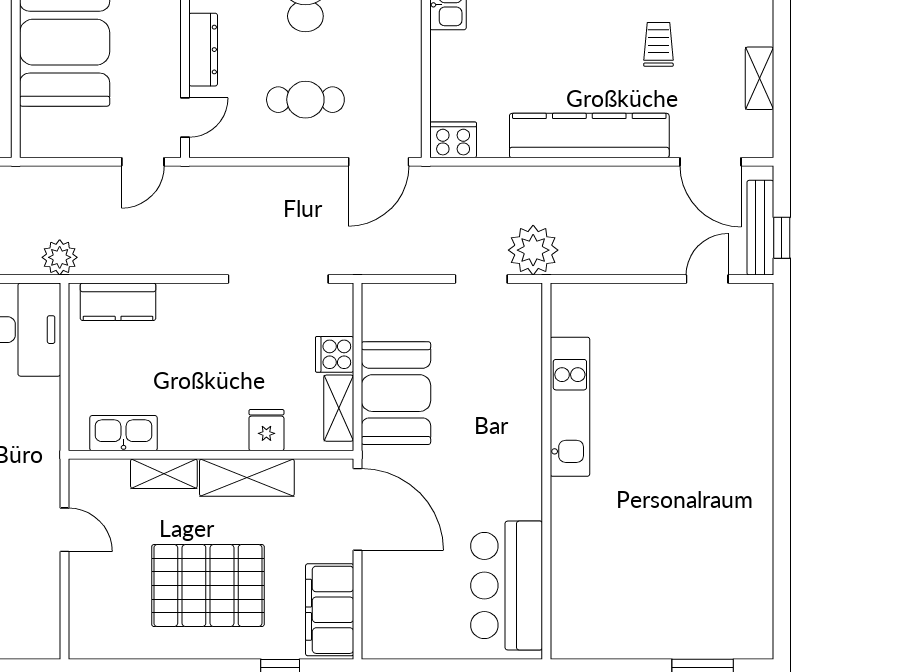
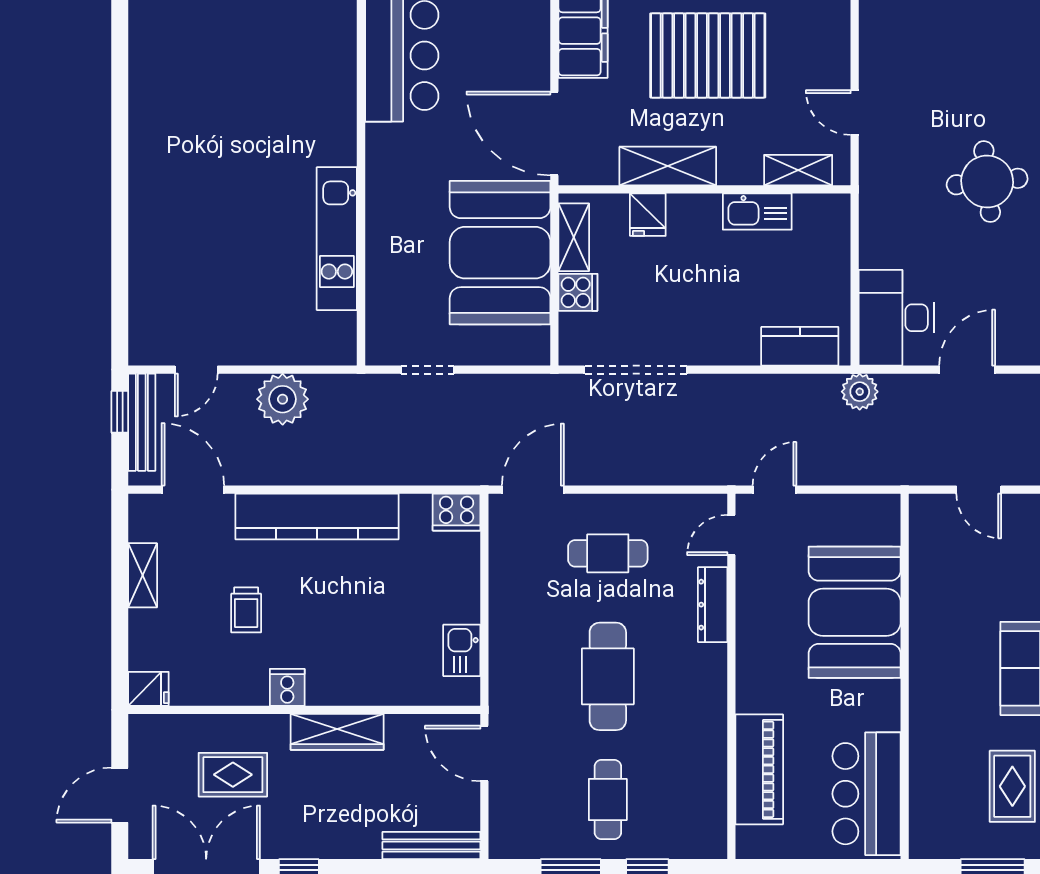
plant: (533, 250) -> (283, 399), moved
booth: (396, 393) -> (500, 253), width x1.36, depth x1.42
kitchen sink: (124, 433) -> (757, 212), moved
shelving: (164, 474) -> (798, 170), moved

